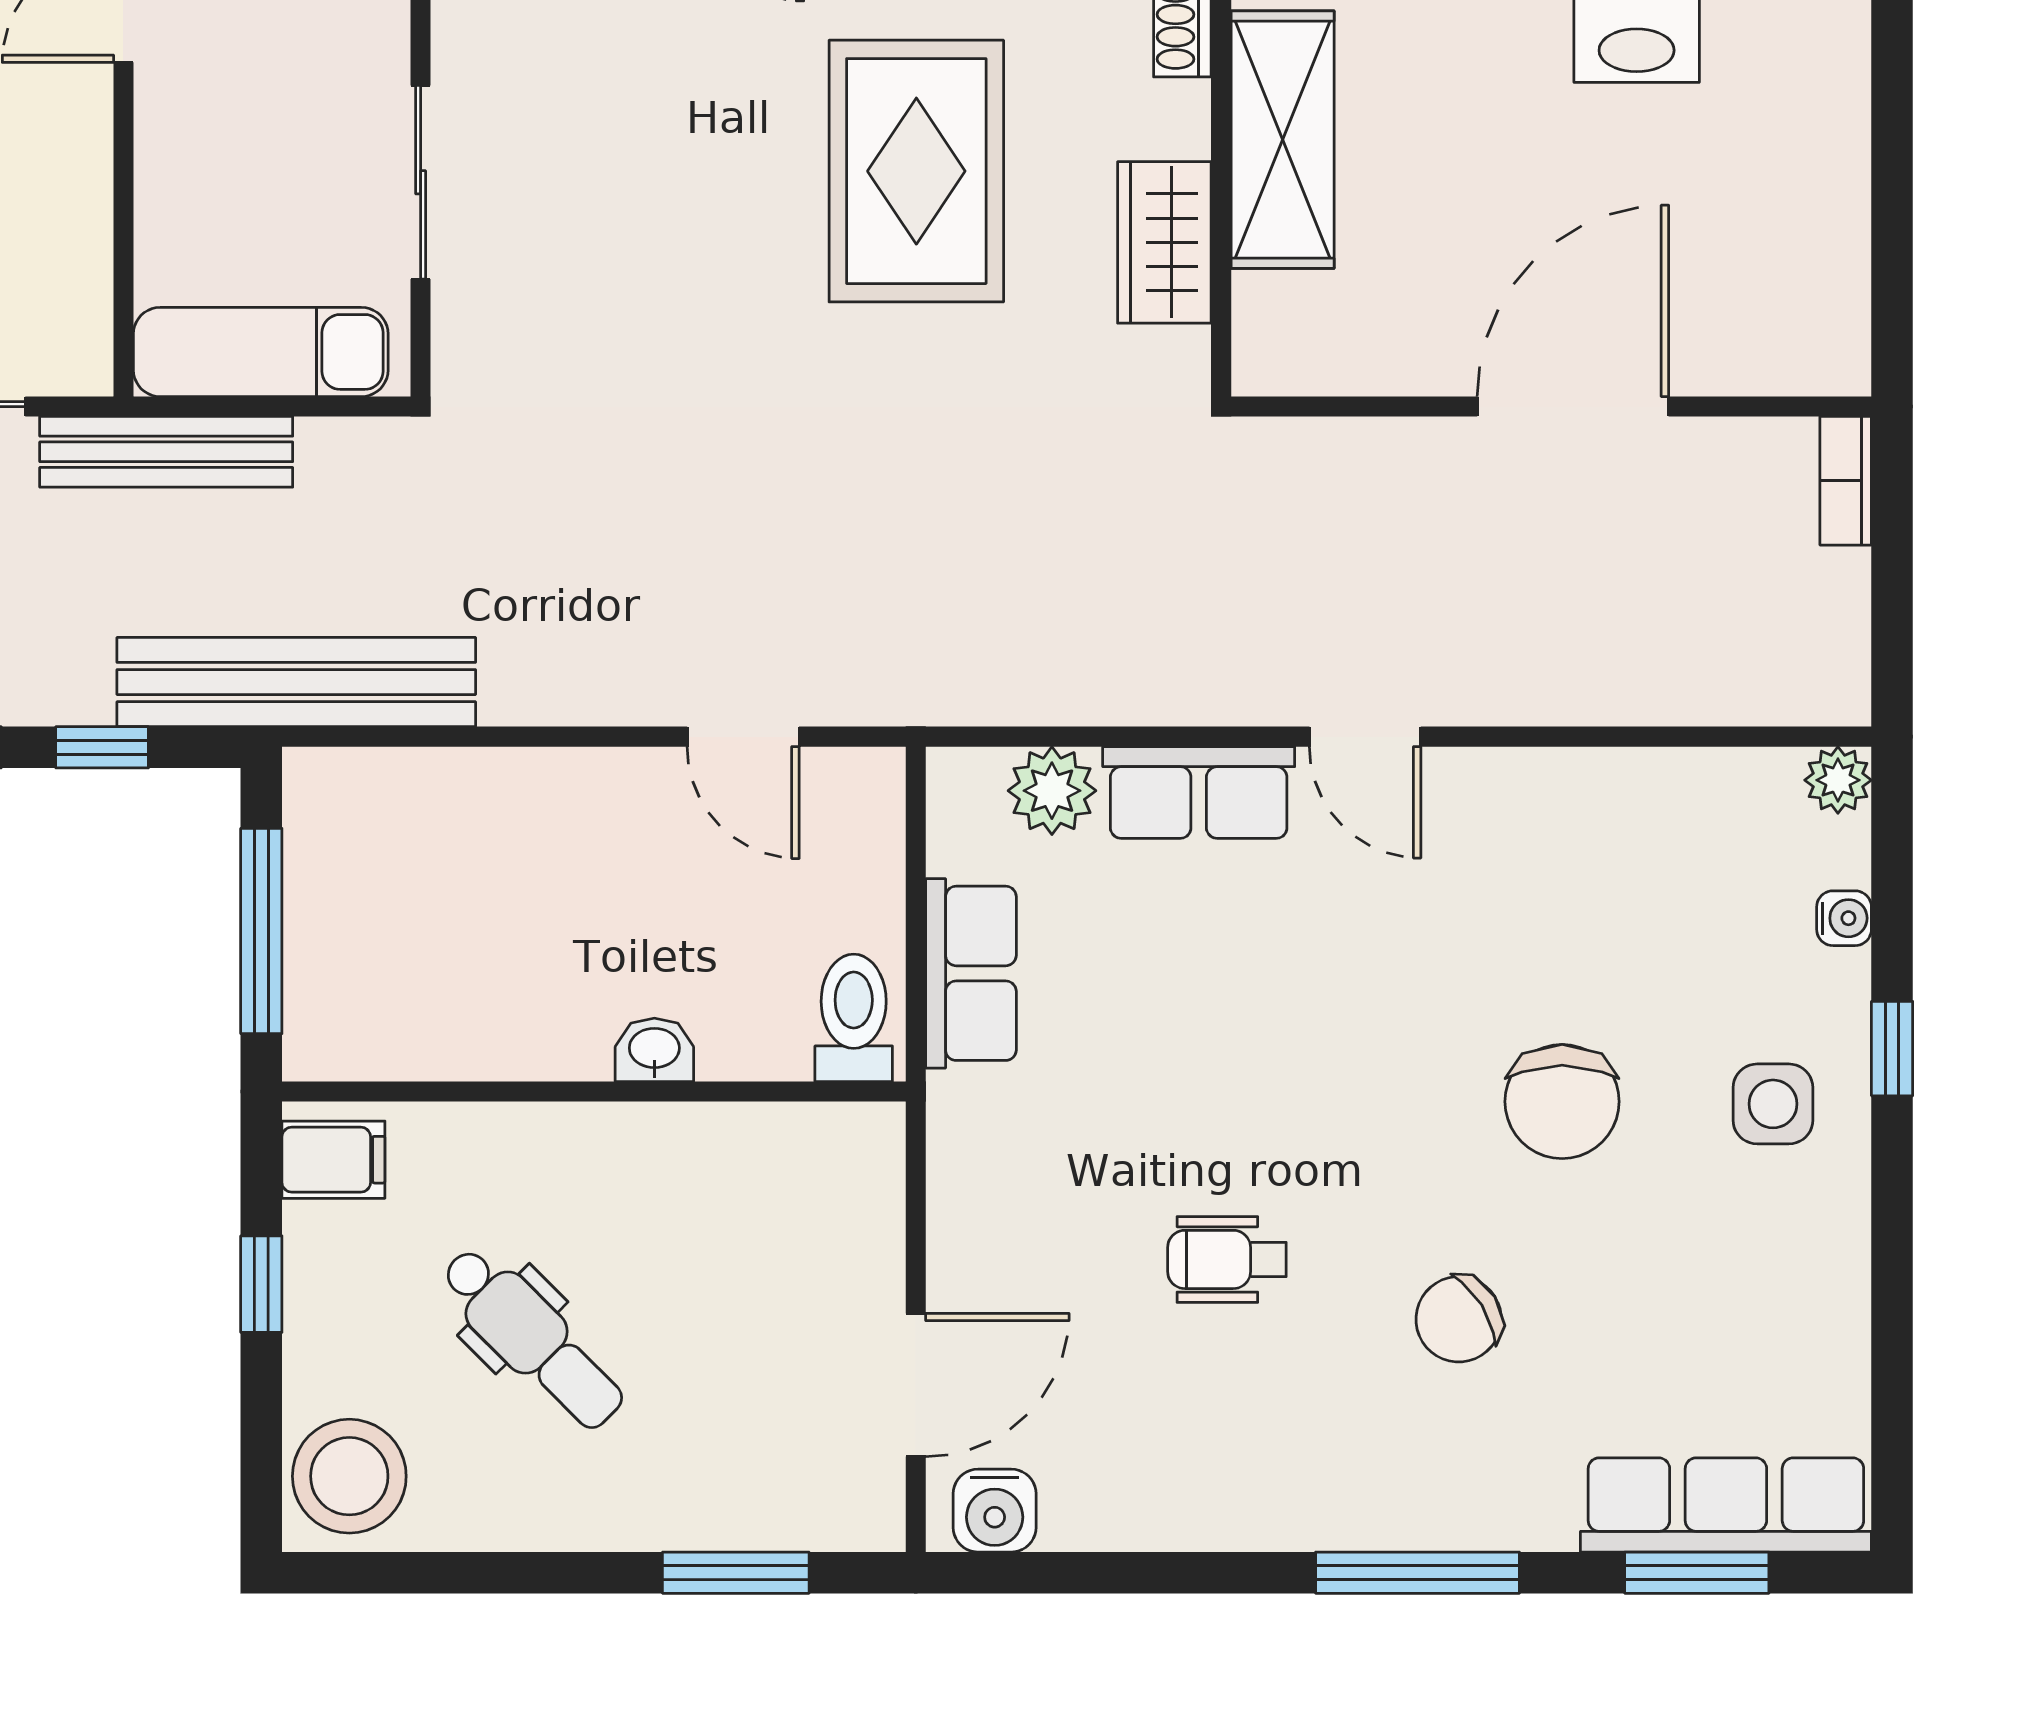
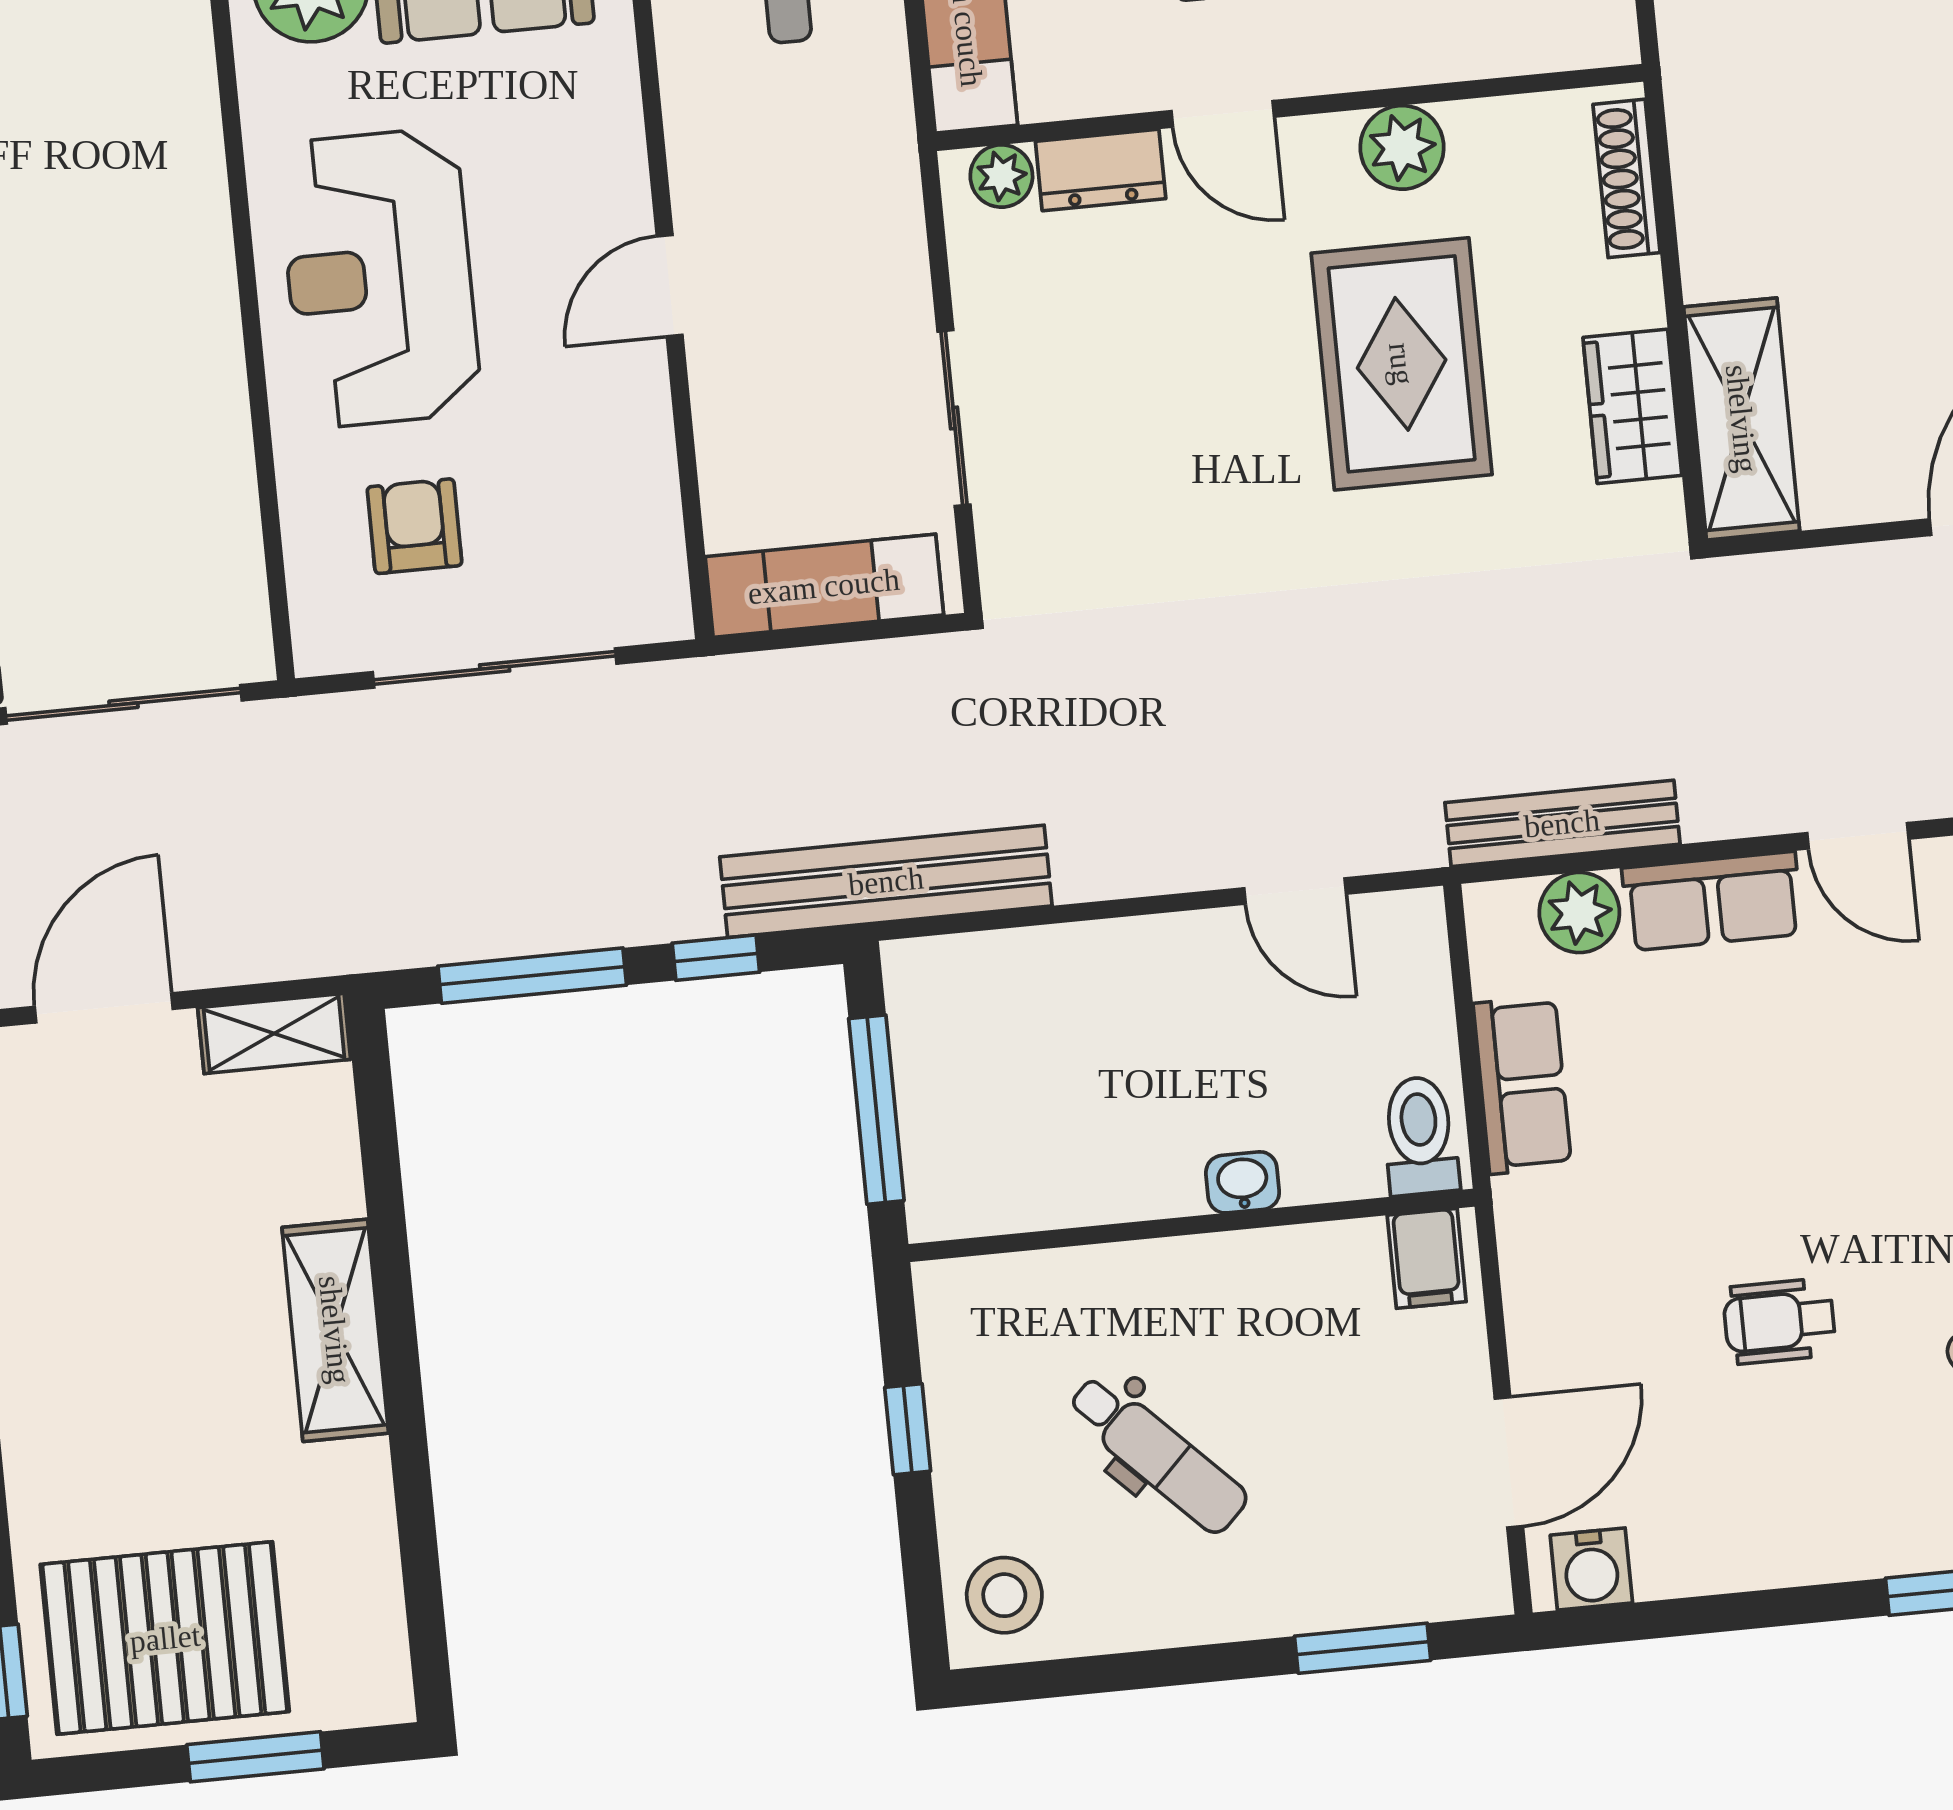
shelving: (1283, 140) -> (1742, 419), moved
bench: (166, 452) -> (1562, 823), moved
filing cabinet: (333, 1160) -> (1427, 1258), moved, turned 90
stool: (349, 1476) -> (1004, 1595), width x0.73, depth x0.73

